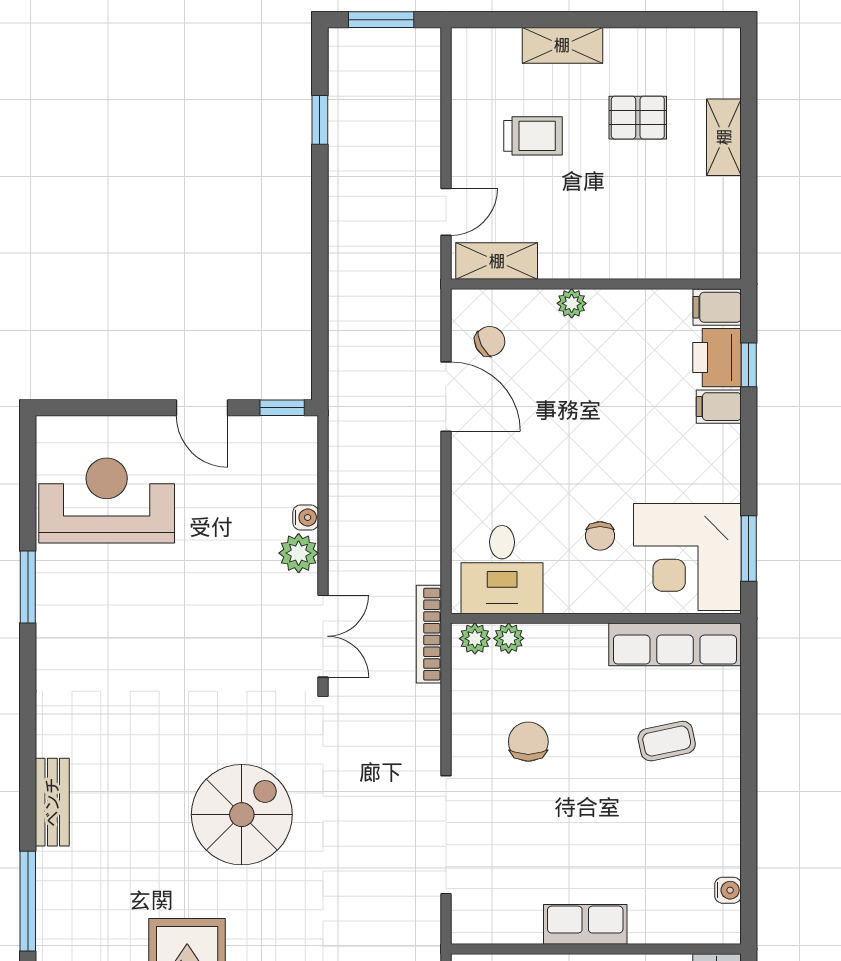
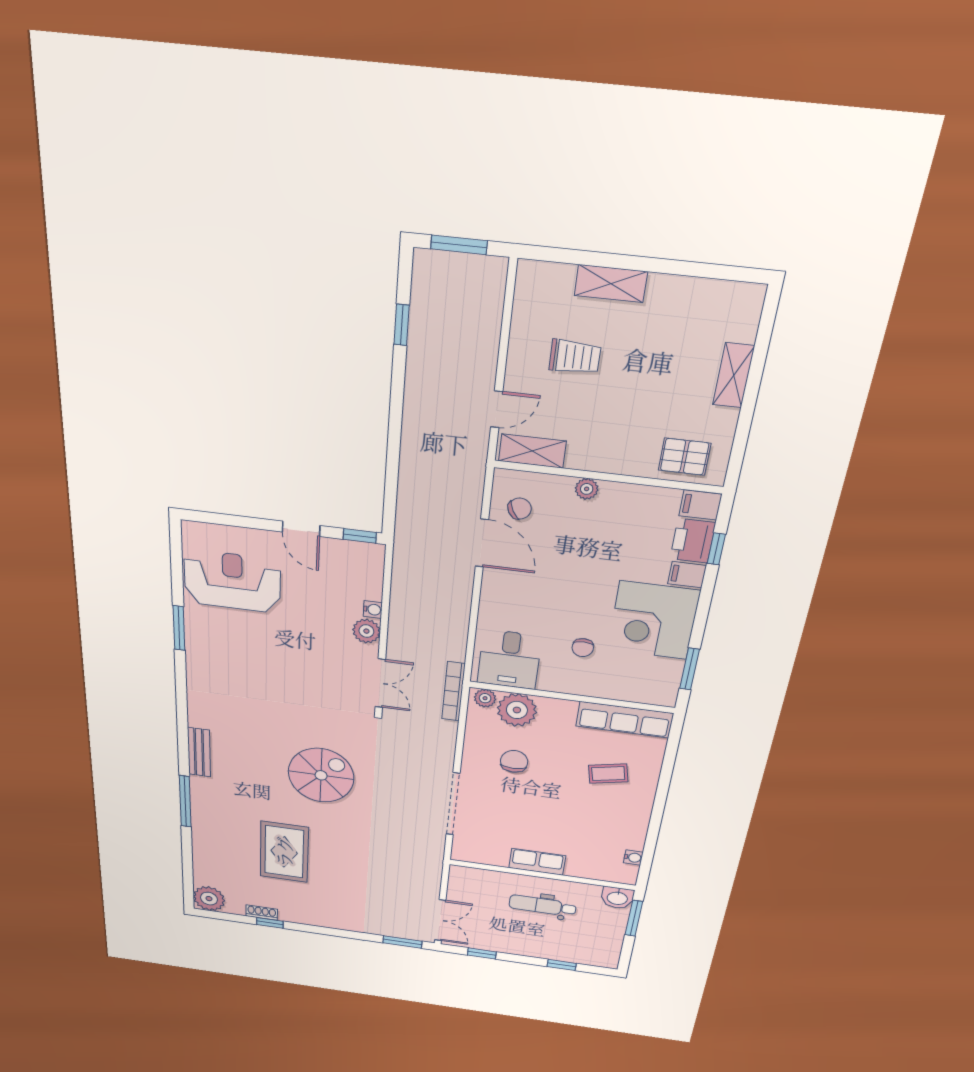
pallet: (638, 118) -> (685, 457), moved
corner desk: (687, 557) -> (653, 620), moved
plant: (509, 638) -> (517, 710), width x1.88, depth x1.88

